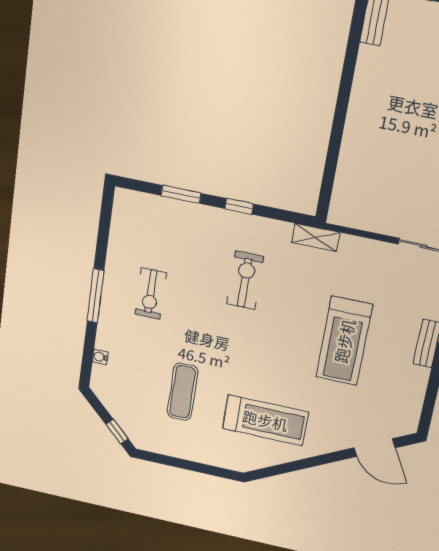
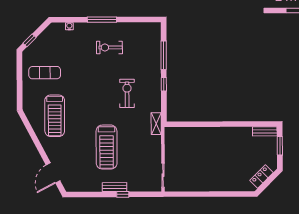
window: (181, 194) -> (164, 55), width x1.44
exercise bike: (245, 280) -> (127, 93), turned -90
treadmill: (344, 341) -> (107, 147), turned -90
exercise mat: (183, 392) -> (45, 73), moved

